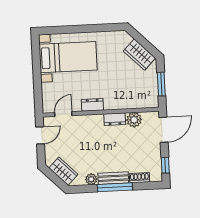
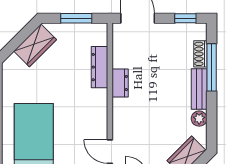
dresser: (92, 105) -> (100, 67), moved, width x1.44
plant: (134, 120) -> (122, 57), removed
window: (115, 187) -> (212, 67), moved

